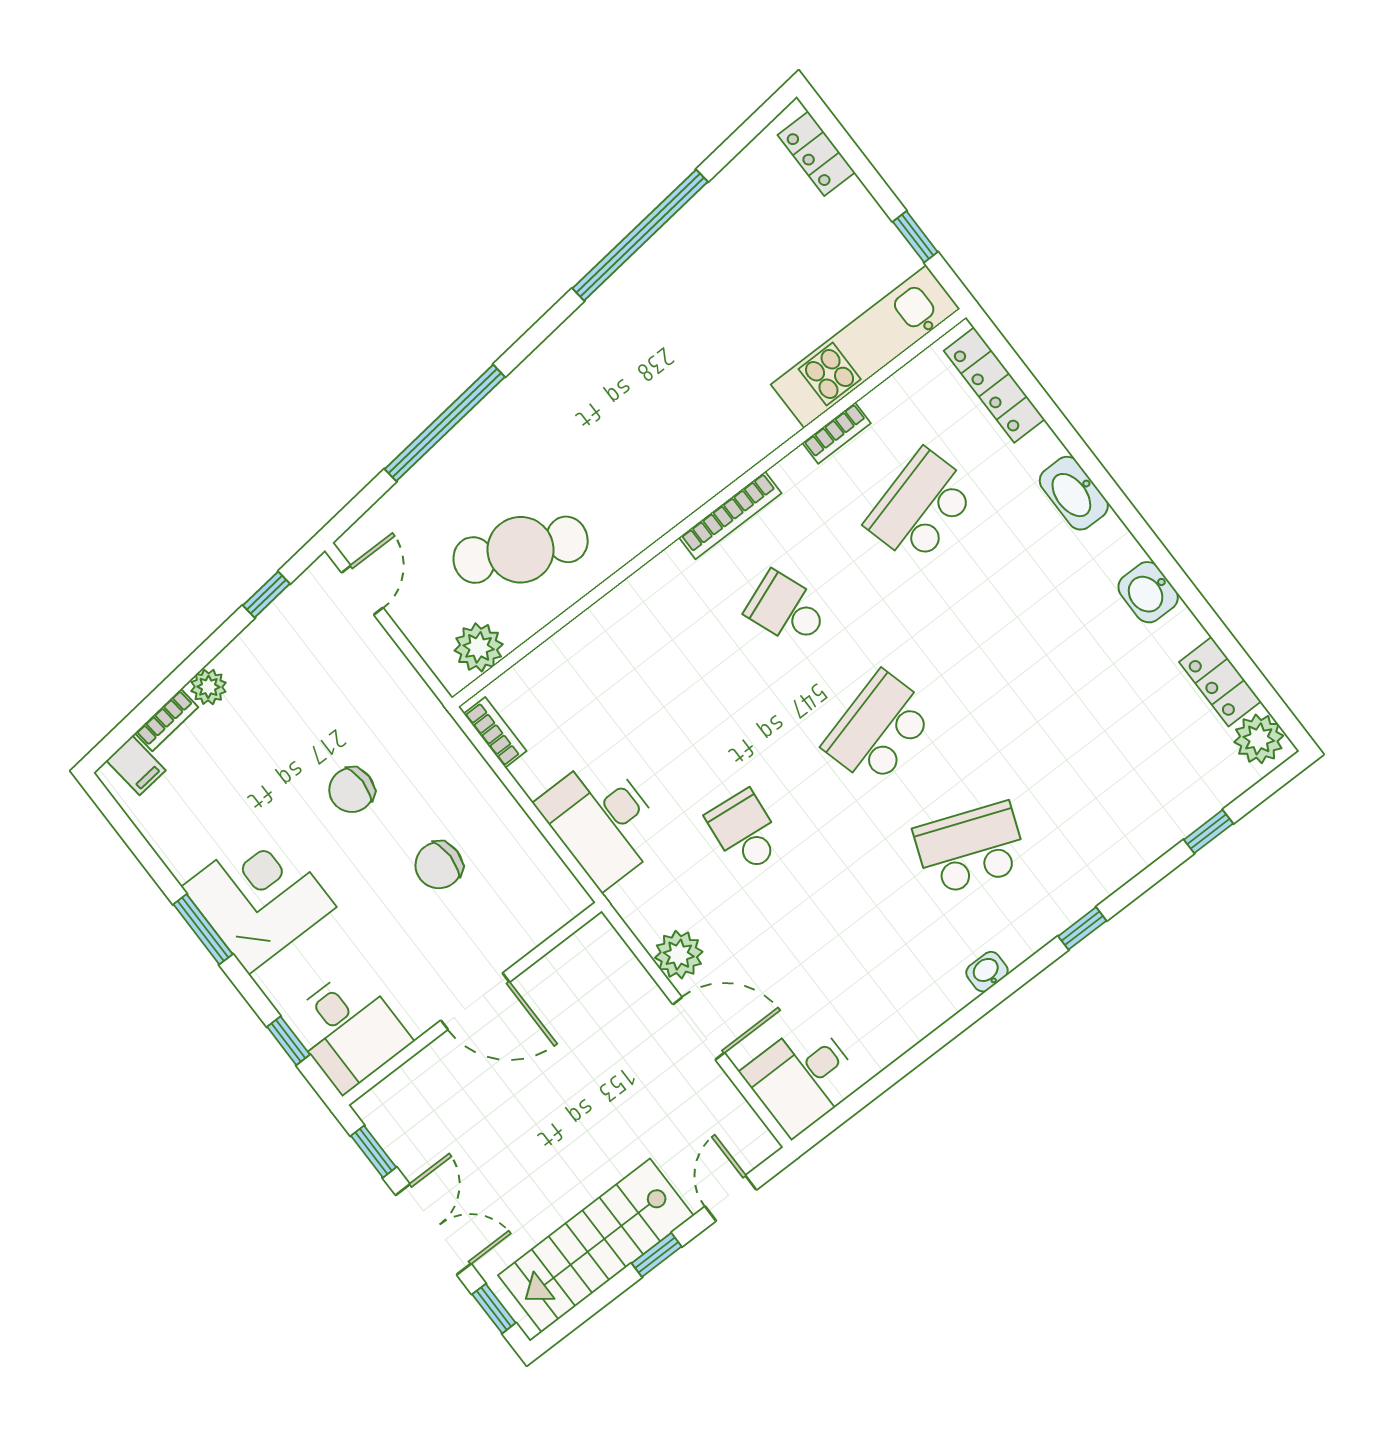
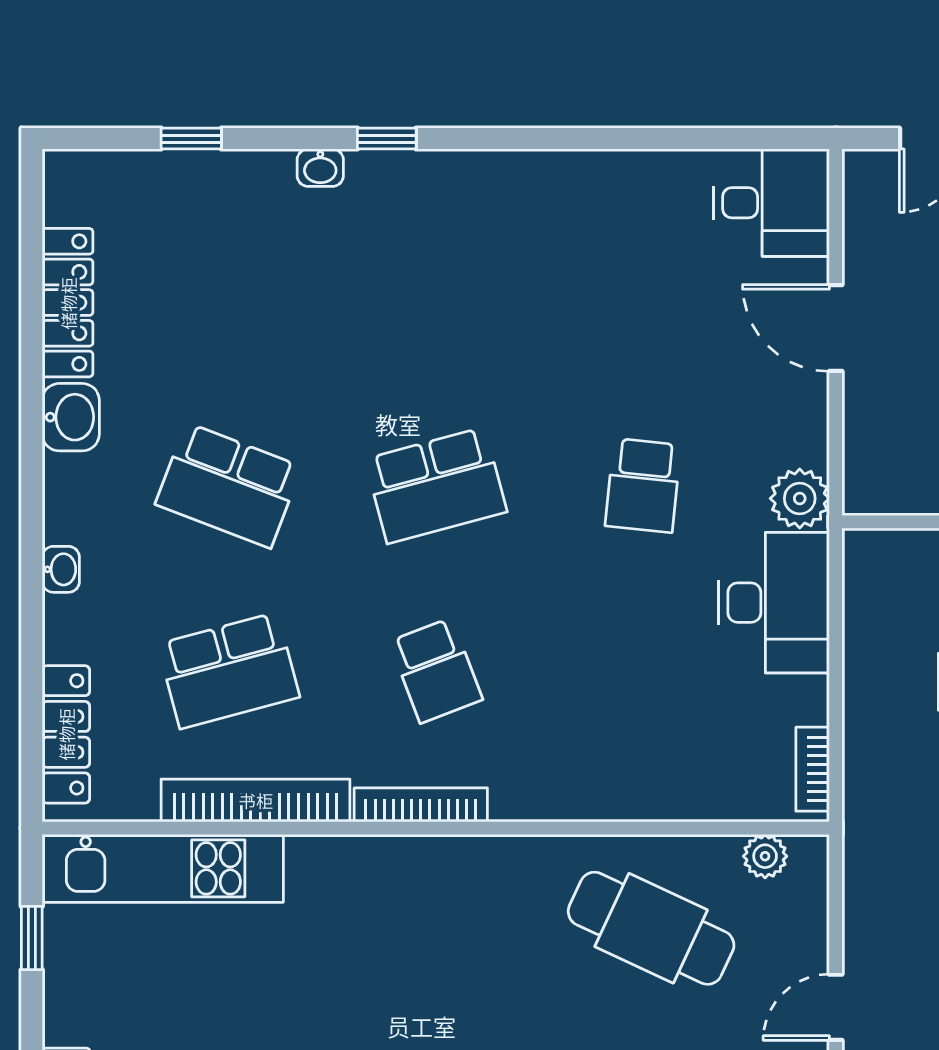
bookcase: (837, 433) -> (256, 800), width x2.31, depth x1.31
washbasin: (1074, 493) -> (61, 569), width x0.52, depth x0.69
plant: (479, 647) -> (765, 856), width x0.73, depth x0.73
locker: (1220, 682) -> (68, 303), width x1.53
plant: (1259, 739) -> (73, 191), removed
school desk: (970, 848) -> (229, 485), moved
plant: (679, 955) -> (800, 498), moved
washbasin: (987, 972) -> (320, 168), moved

